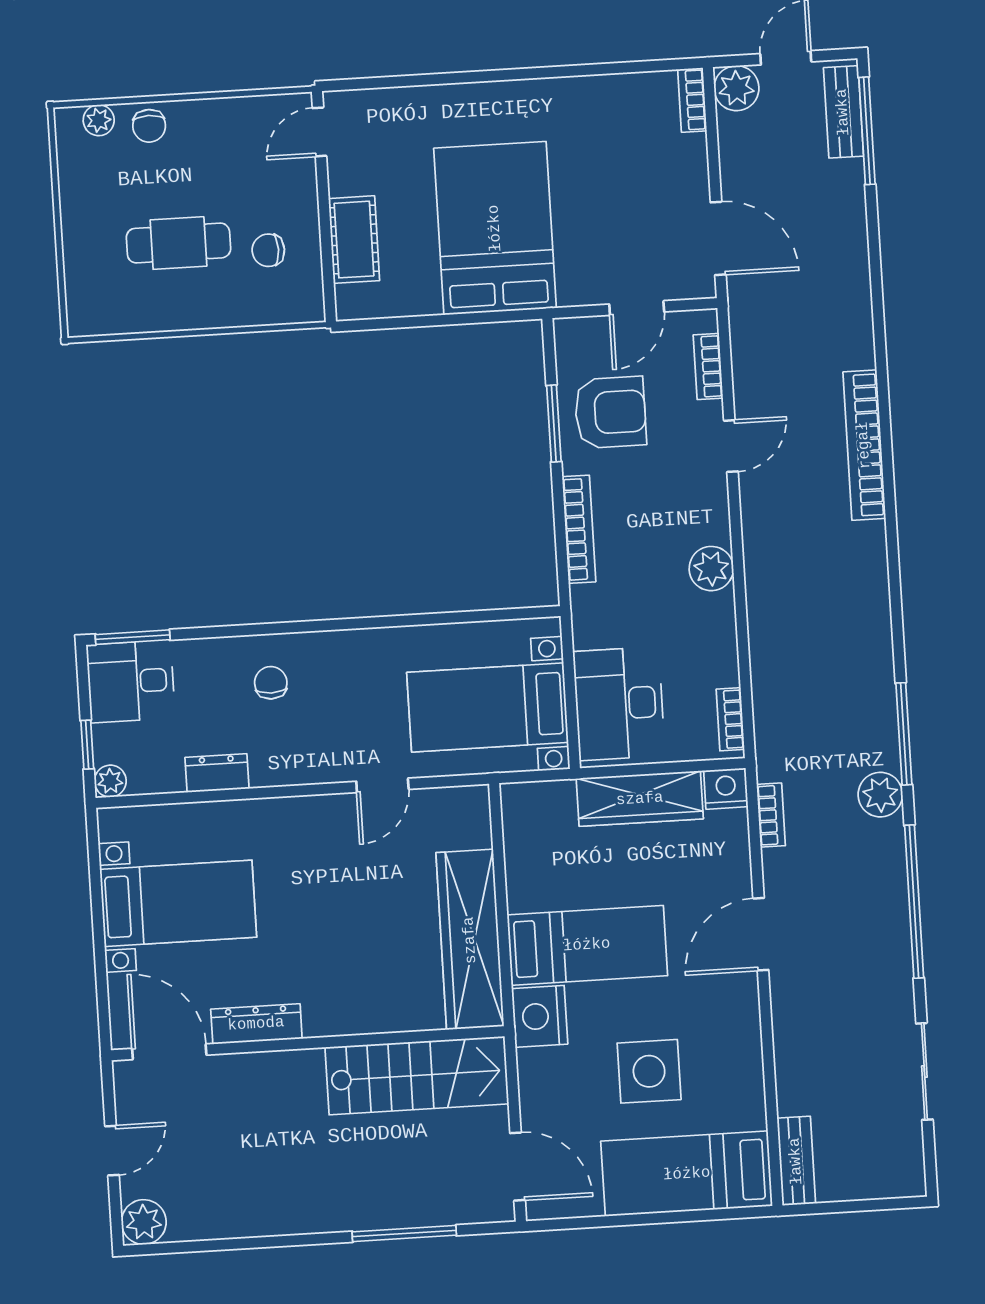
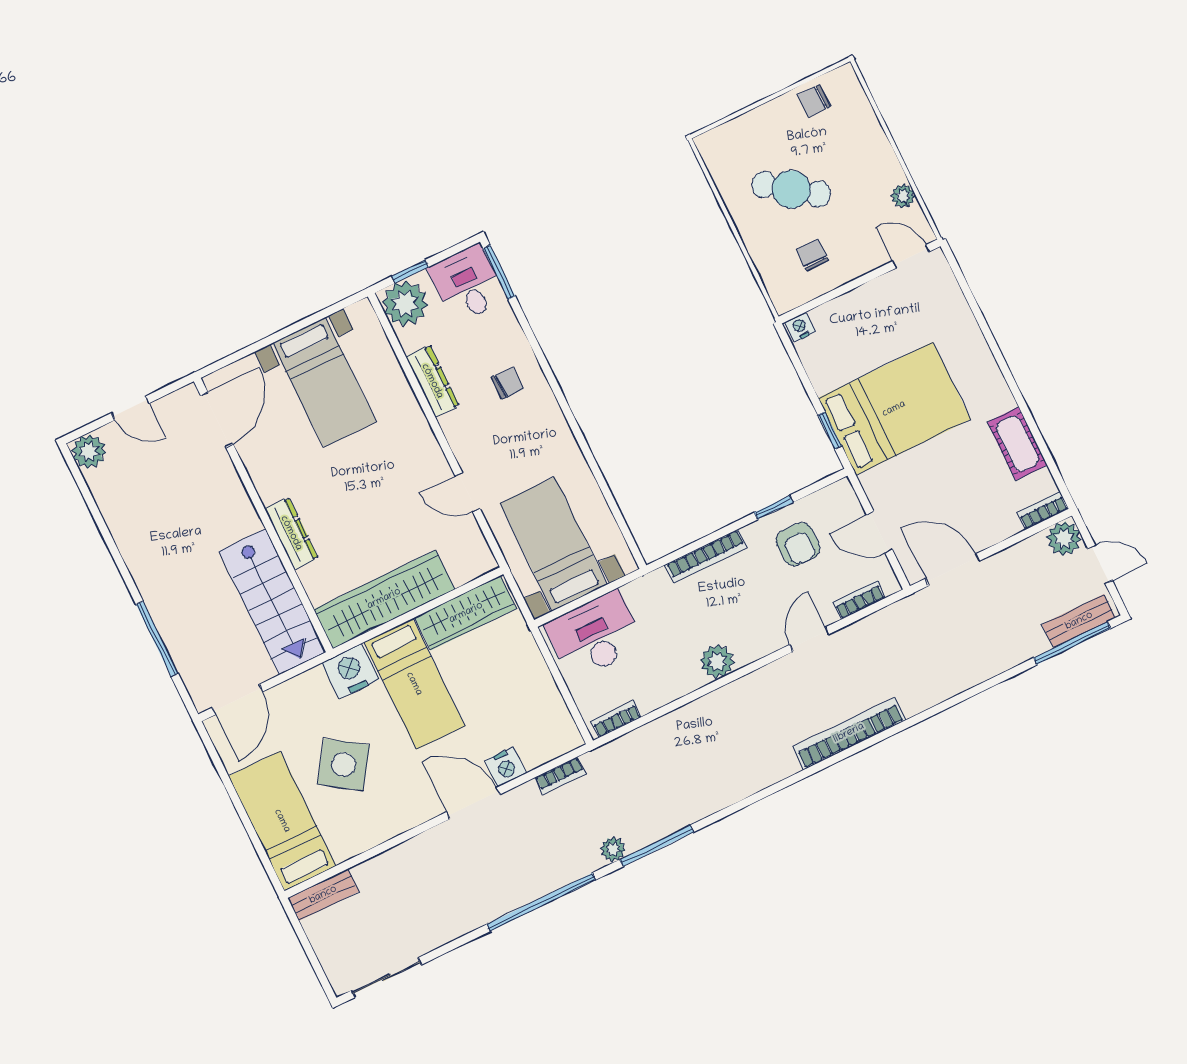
plant: (99, 120) -> (903, 196), moved
chair: (149, 126) -> (814, 101), moved
door: (718, 238) -> (953, 570), swing flipped
cot: (354, 240) -> (1017, 444), moved, turned 90
cafe table: (178, 243) -> (791, 189), turned -54
nightstand: (349, 301) -> (800, 327), added
window: (489, 317) -> (830, 430), added
armchair: (610, 412) -> (798, 544), width x0.72, depth x0.72
window: (554, 424) -> (774, 507), width x0.67
door: (731, 446) -> (809, 639), swing flipped
dresser: (217, 773) -> (432, 381), width x1.44
plant: (110, 781) -> (405, 304), width x1.87, depth x1.87
nightstand: (726, 789) -> (505, 767), moved, turned 90
plant: (880, 795) -> (613, 849), width x0.73, depth x0.73
wardrobe: (640, 799) -> (466, 613), moved, turned -90
dresser: (256, 1024) -> (291, 533), moved
side table: (649, 1071) -> (344, 765), turned 34
sliding door: (924, 1071) -> (386, 978), moved

